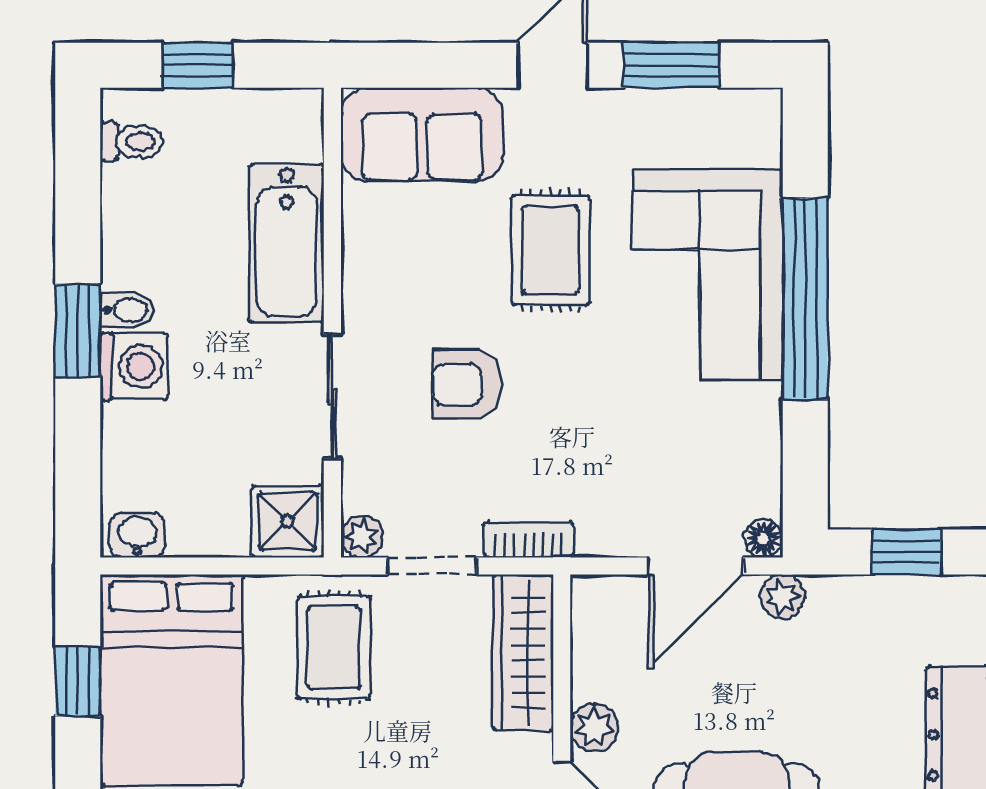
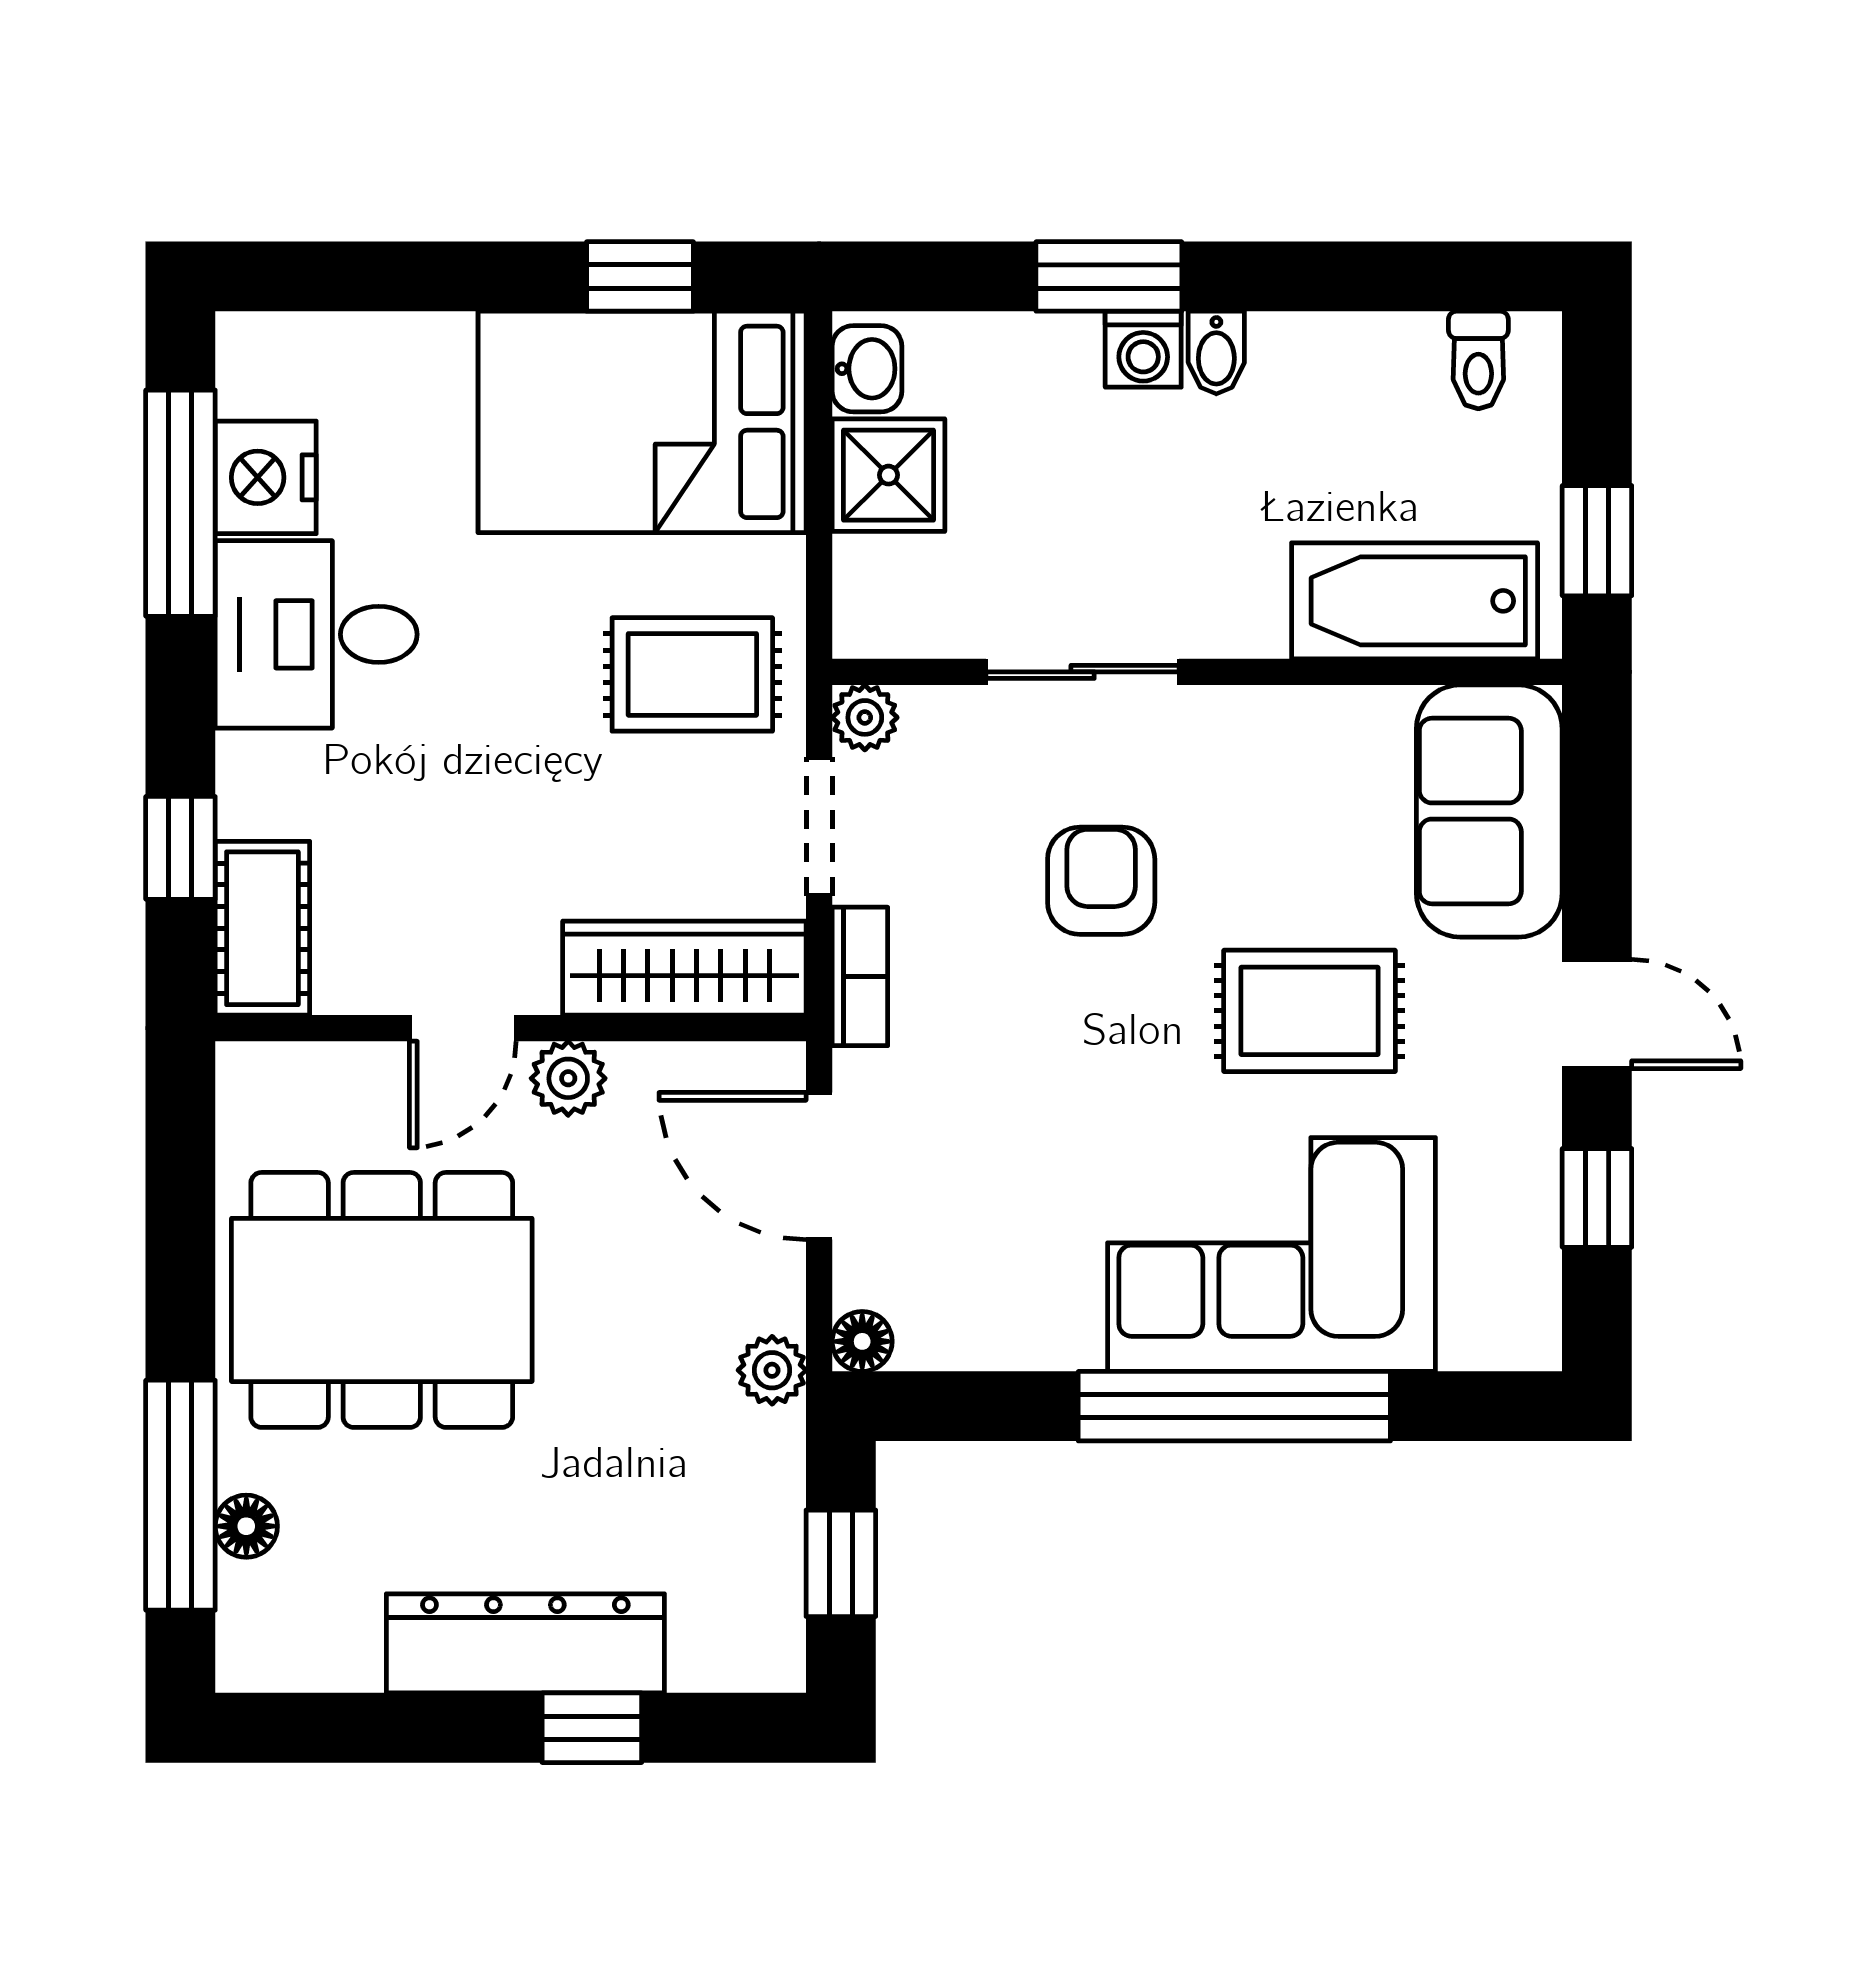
window: (197, 65) -> (1597, 541), moved
window: (671, 65) -> (1597, 1198), width x0.67
bathtub: (287, 244) -> (1415, 601), moved
window: (78, 331) -> (1109, 276), moved
washing machine: (134, 367) -> (1143, 349), width x0.73, depth x0.73
shower: (288, 521) -> (889, 475), moved
door: (696, 566) -> (819, 1166), moved

